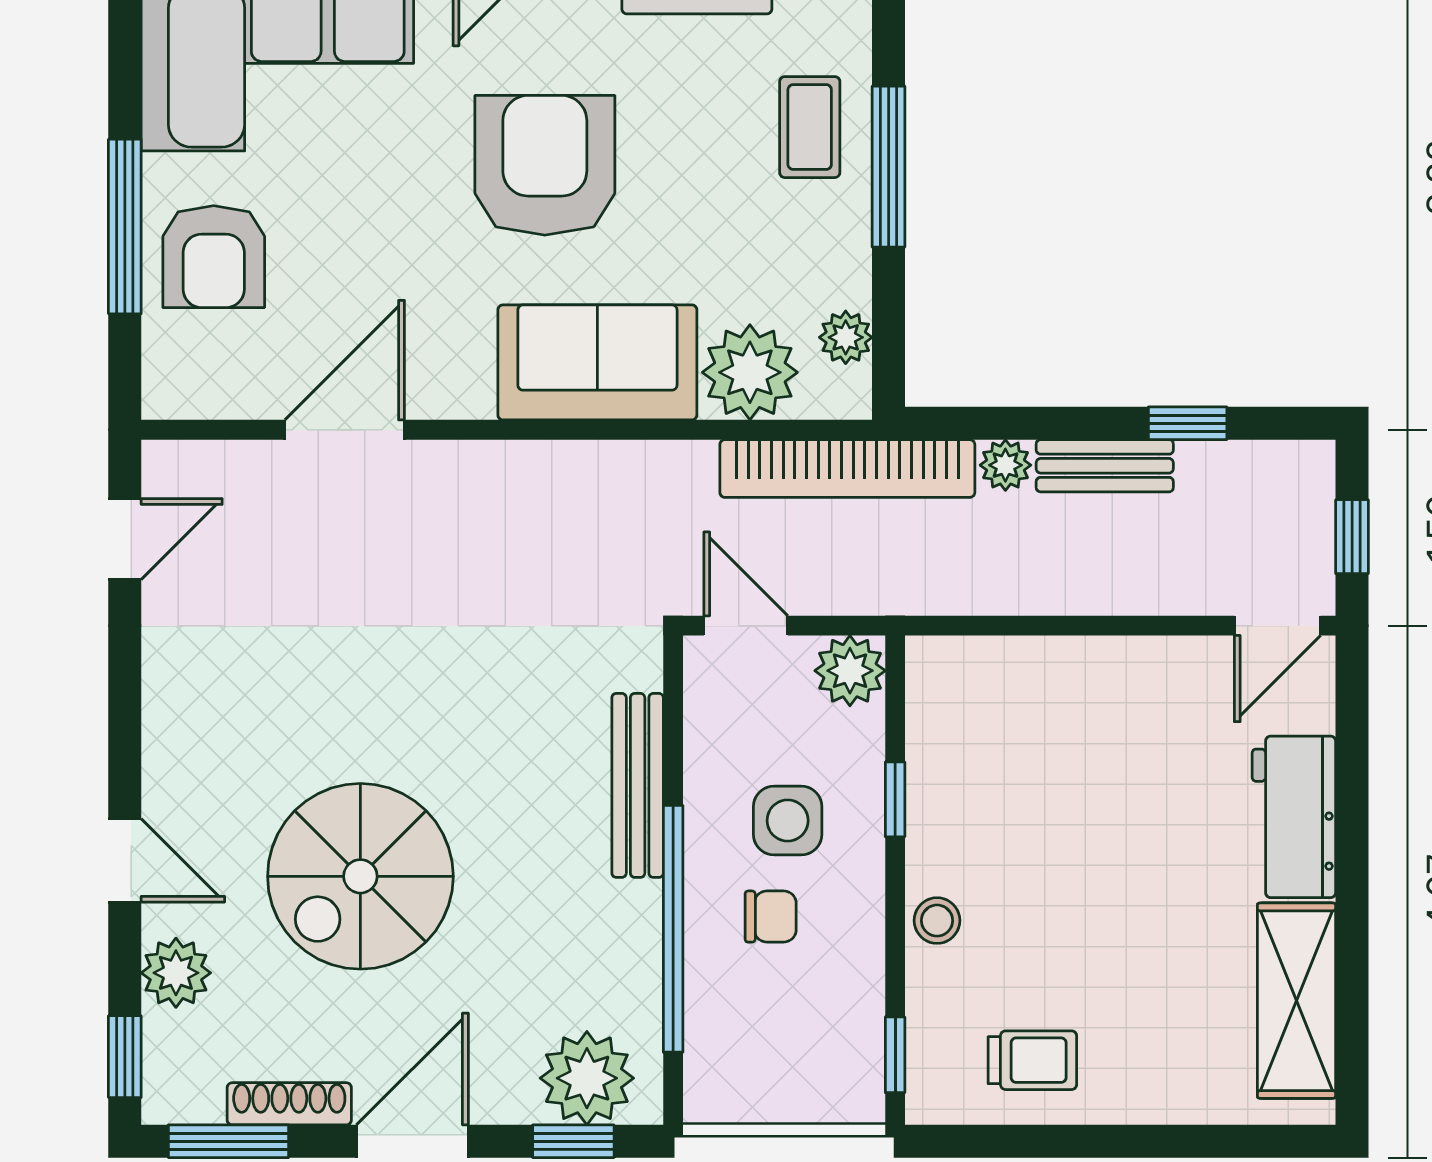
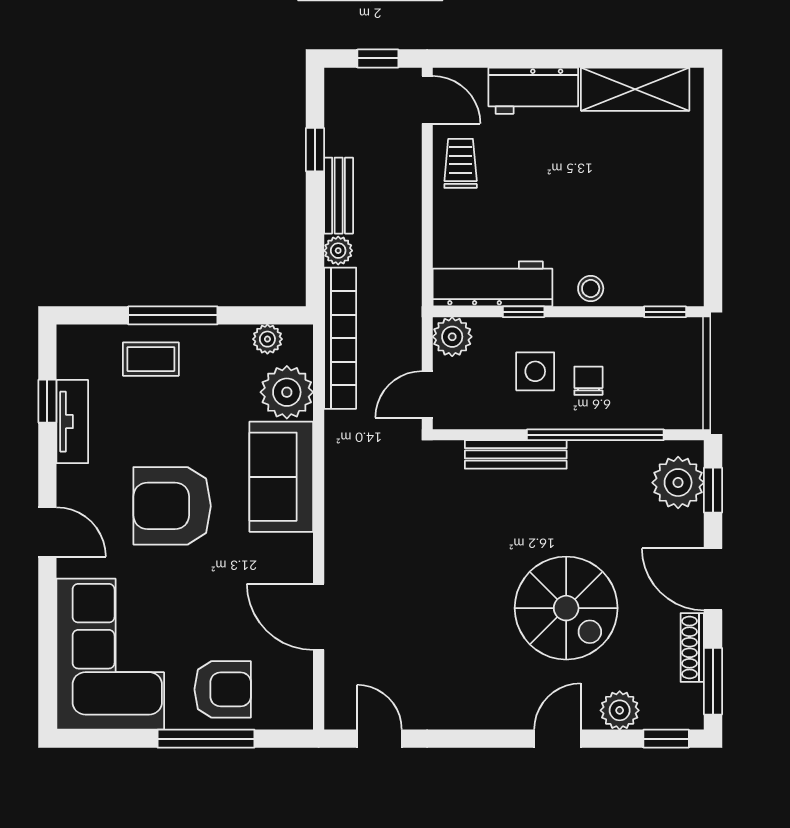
workbench: (945, 743) -> (492, 284), added
trolley: (1032, 1060) -> (461, 163), moved

